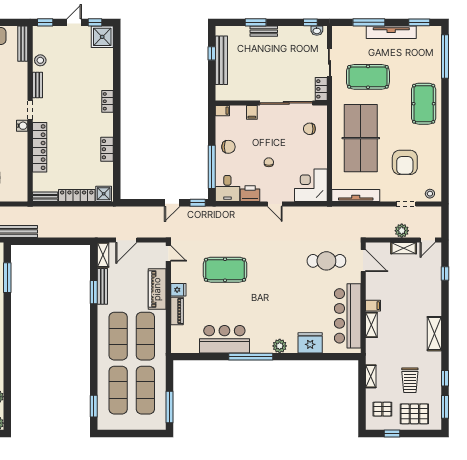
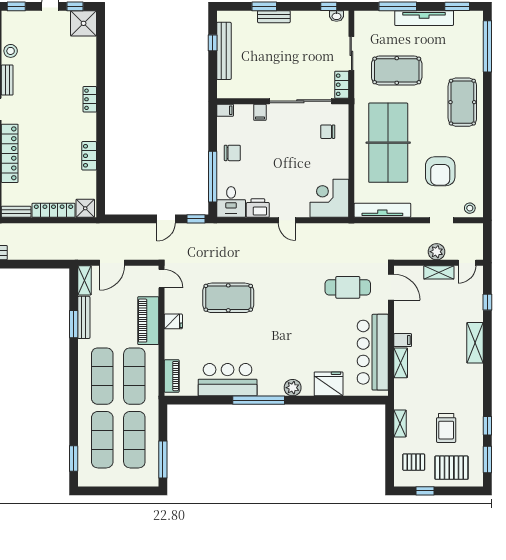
chair: (269, 162) -> (280, 171), removed
piano: (177, 311) -> (172, 376), moved
shelving: (434, 334) -> (475, 343), moved

